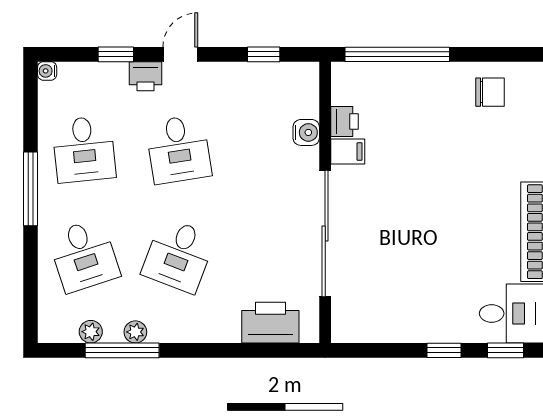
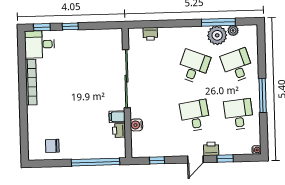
printer: (270, 323) -> (150, 34), width x0.53, depth x0.68
plant: (135, 332) -> (217, 35), width x1.88, depth x1.88

